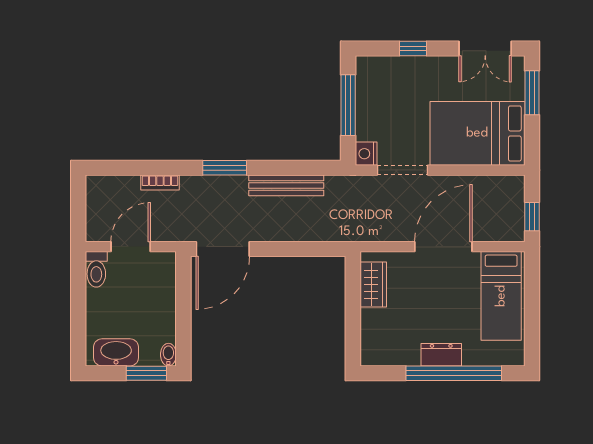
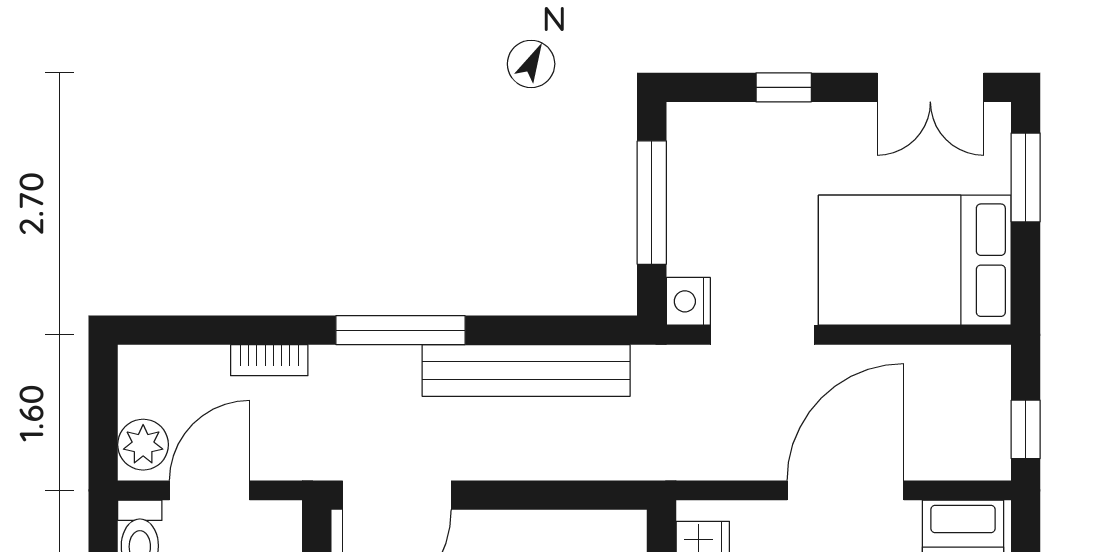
window: (225, 168) -> (400, 330), width x1.44
bench: (286, 185) -> (526, 371), width x1.37, depth x1.21
plant: (98, 224) -> (143, 445), added

